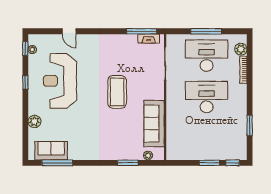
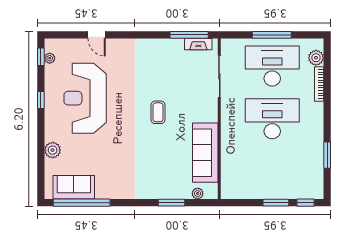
coffee table: (117, 92) -> (158, 112), width x0.54, depth x0.58
window: (57, 163) -> (82, 203), width x1.46

